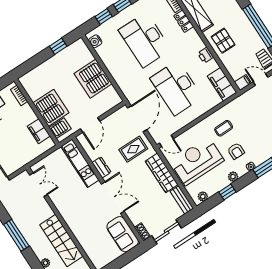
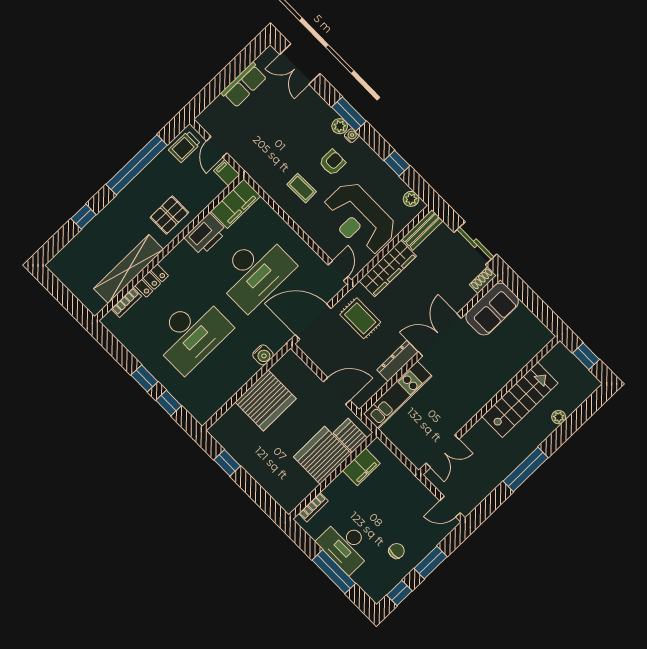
water cooler: (95, 41) -> (263, 355), moved
printer: (205, 55) -> (206, 234), width x1.87, depth x1.48
dresser: (101, 167) -> (397, 361), width x1.44
plant: (233, 177) -> (340, 126), moved
double door: (38, 185) -> (443, 451), swing flipped

